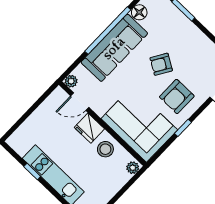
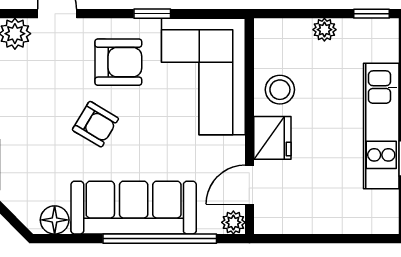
window: (108, 31) -> (160, 239), moved
door: (80, 102) -> (249, 185), swing flipped
plant: (133, 168) -> (324, 30), moved

